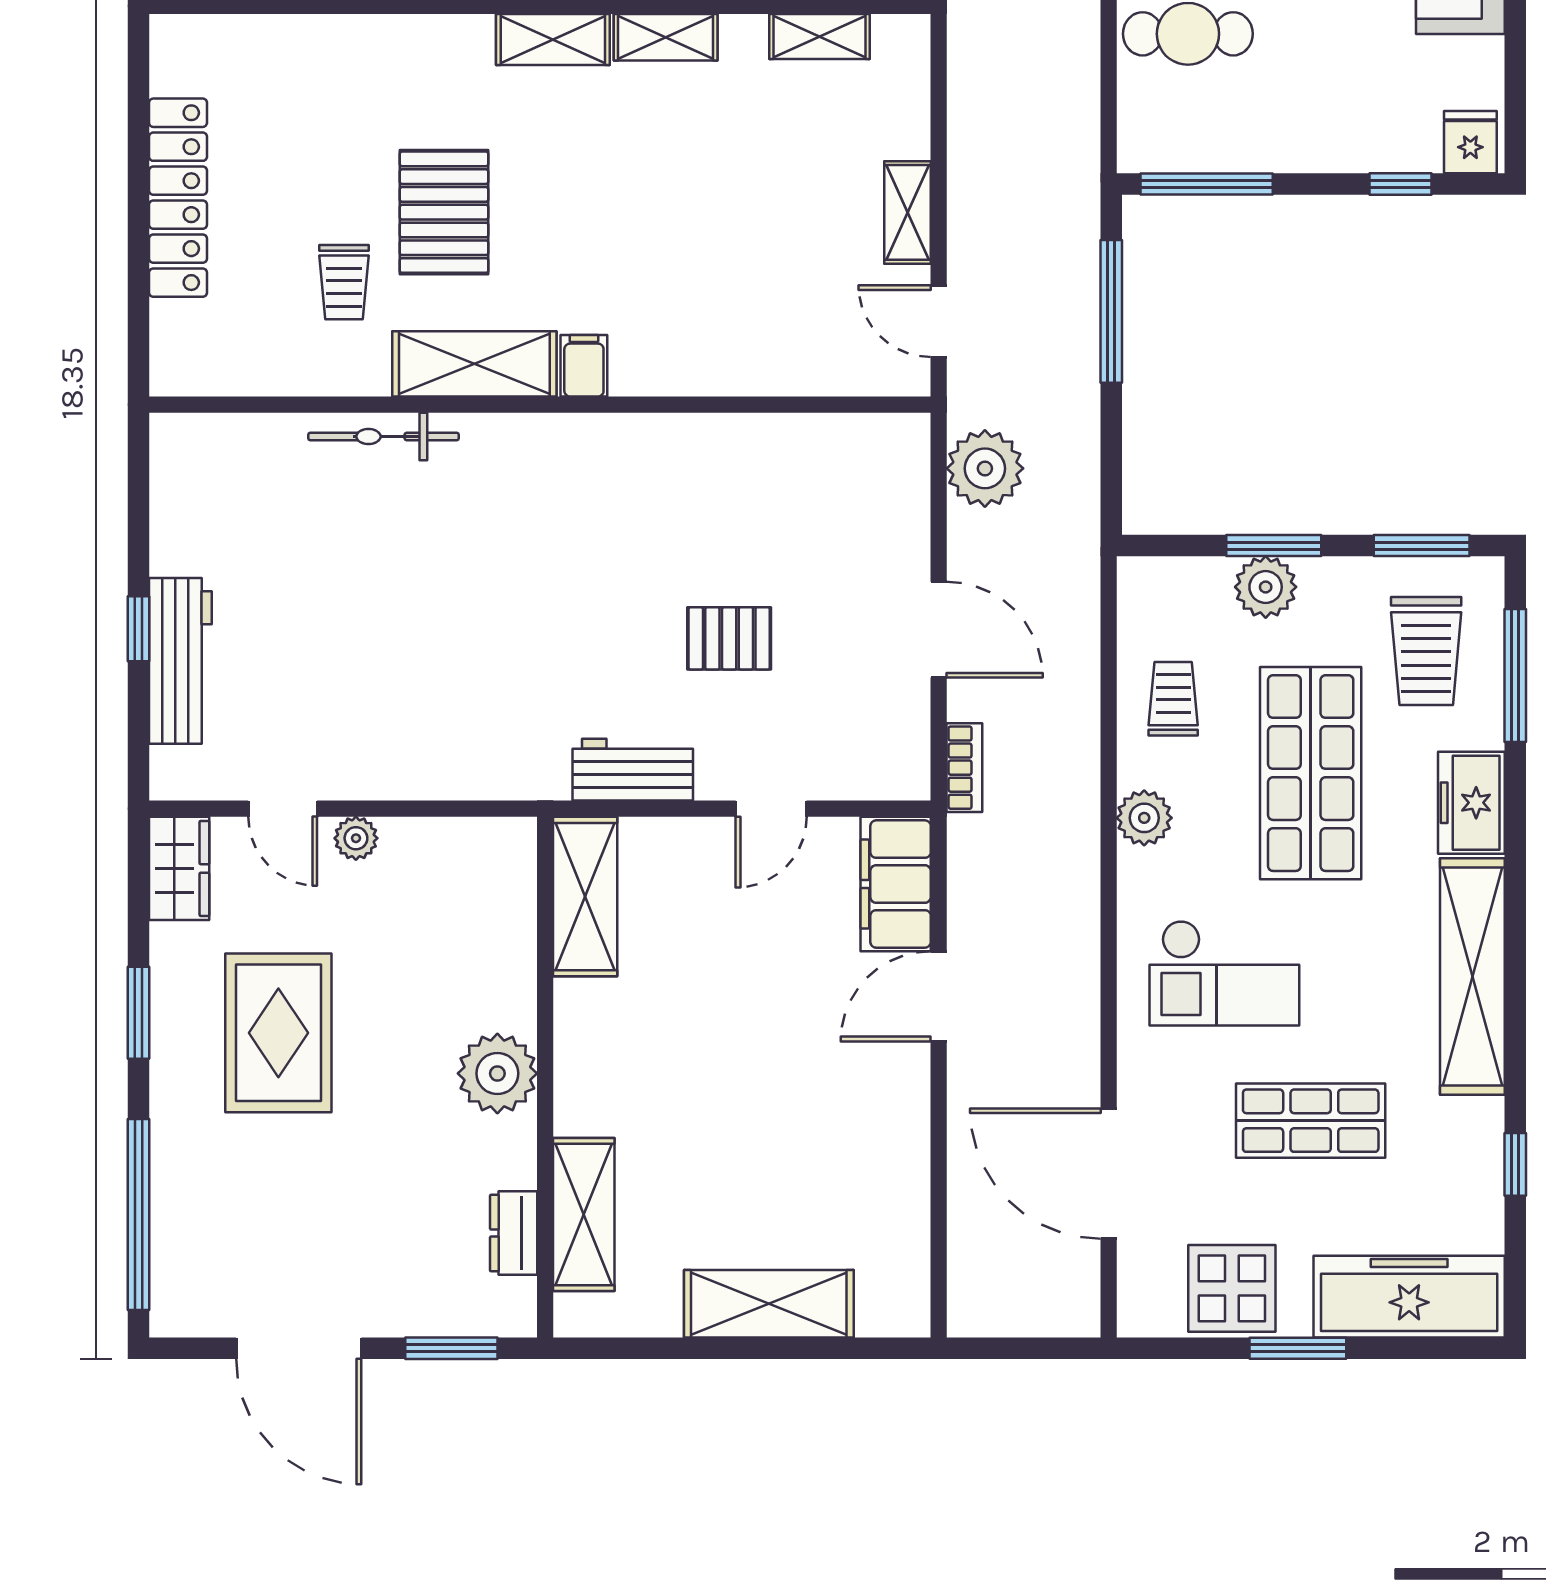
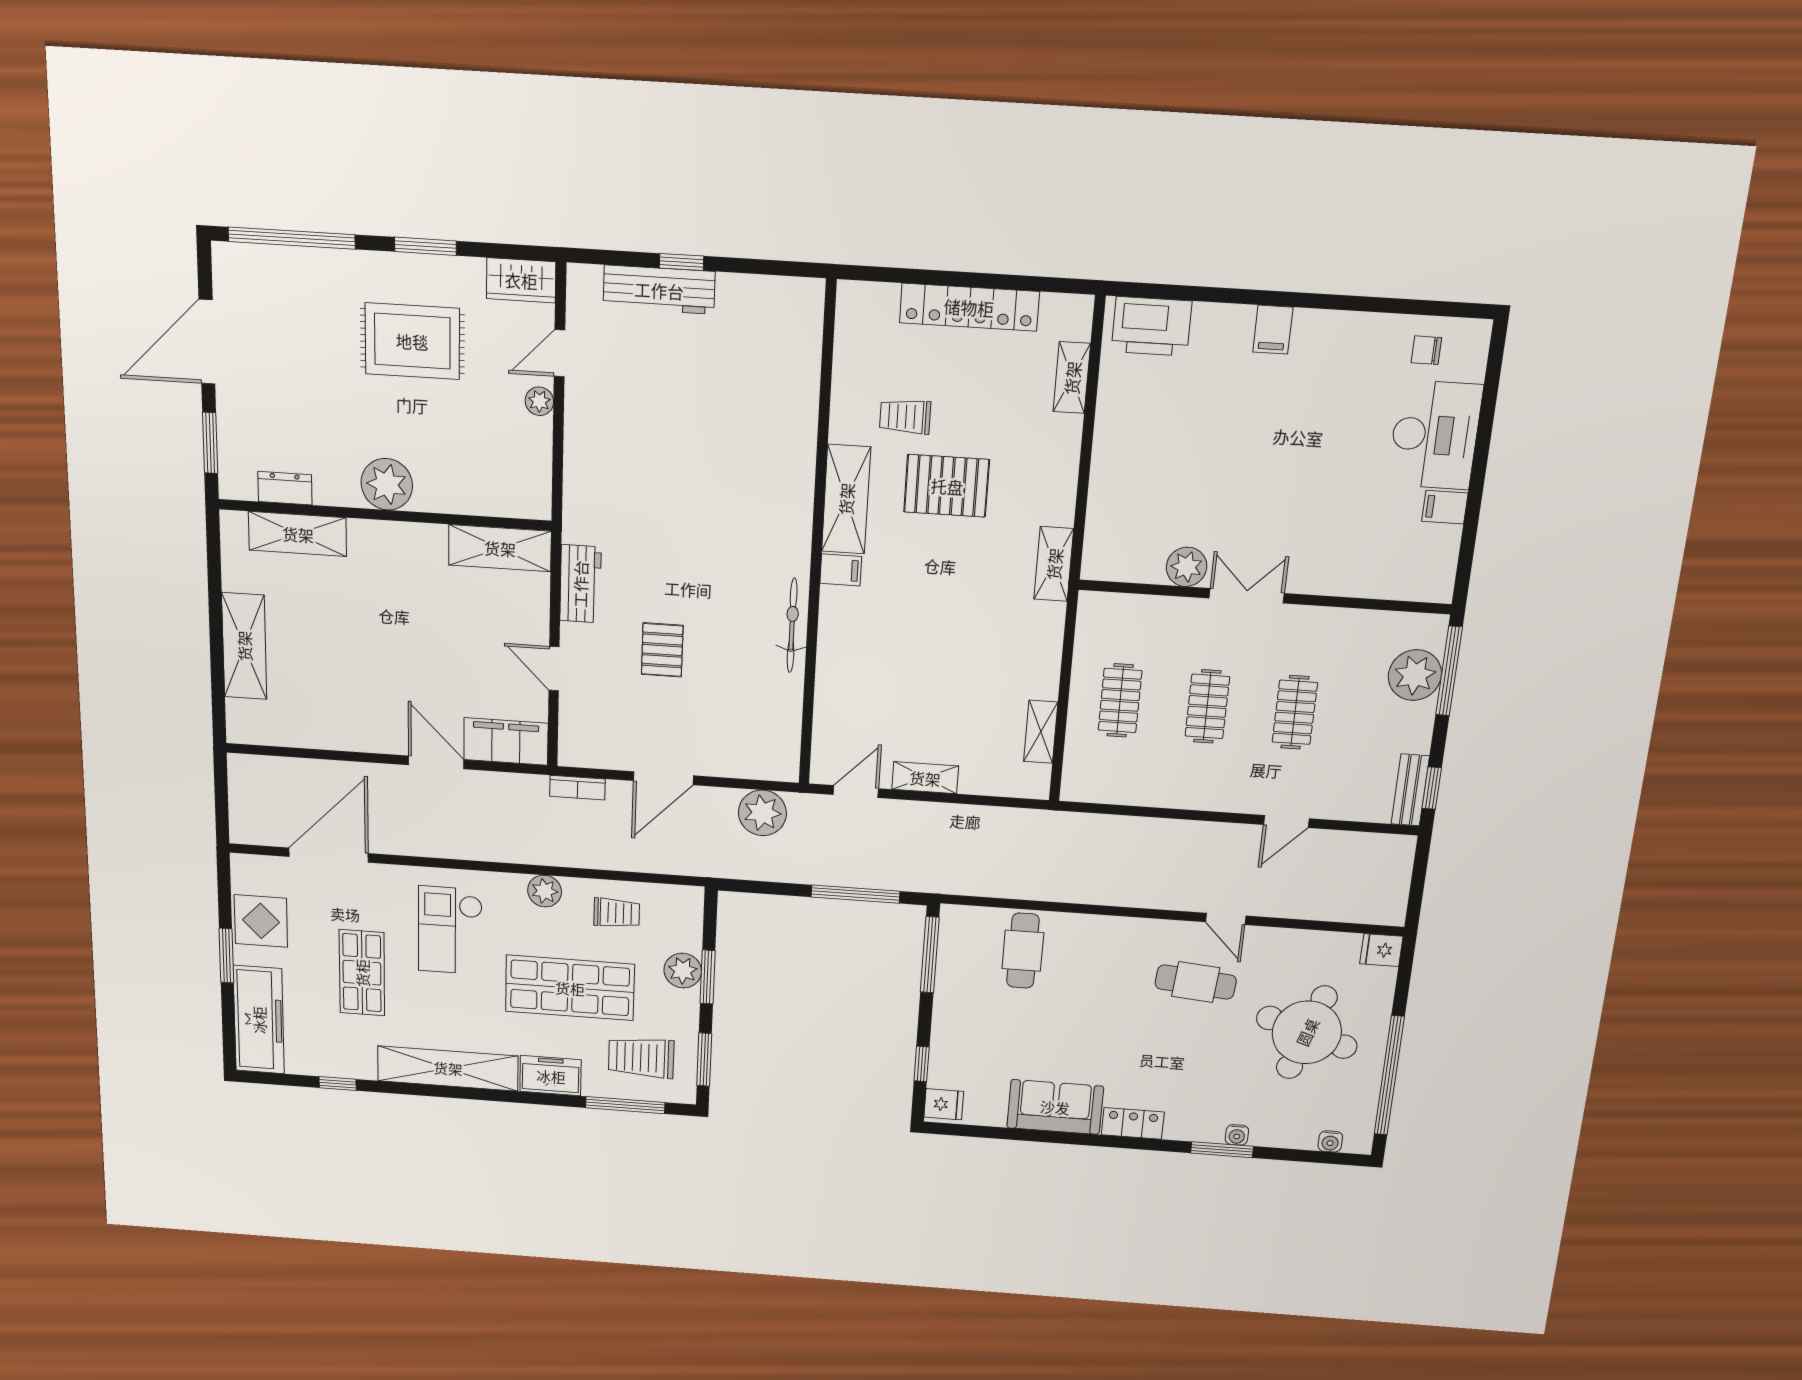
shelving: (666, 37) -> (1072, 378), moved
bicycle: (384, 436) -> (792, 625), moved

